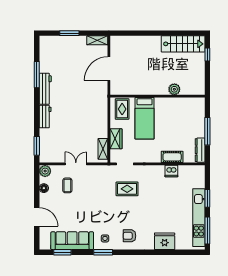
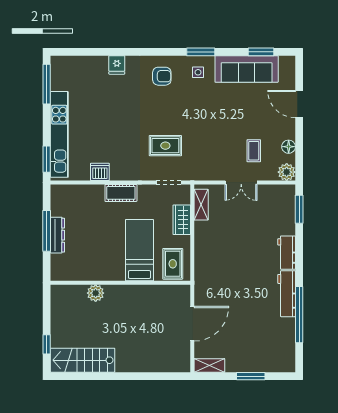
window: (37, 75) -> (299, 315), width x1.46
dresser: (200, 150) -> (57, 235), moved
cot: (172, 157) -> (121, 193), moved
window: (207, 198) -> (47, 159), moved
kitchen unit: (199, 218) -> (59, 134), moved
fridge: (165, 241) -> (117, 65), width x0.53, depth x0.75

